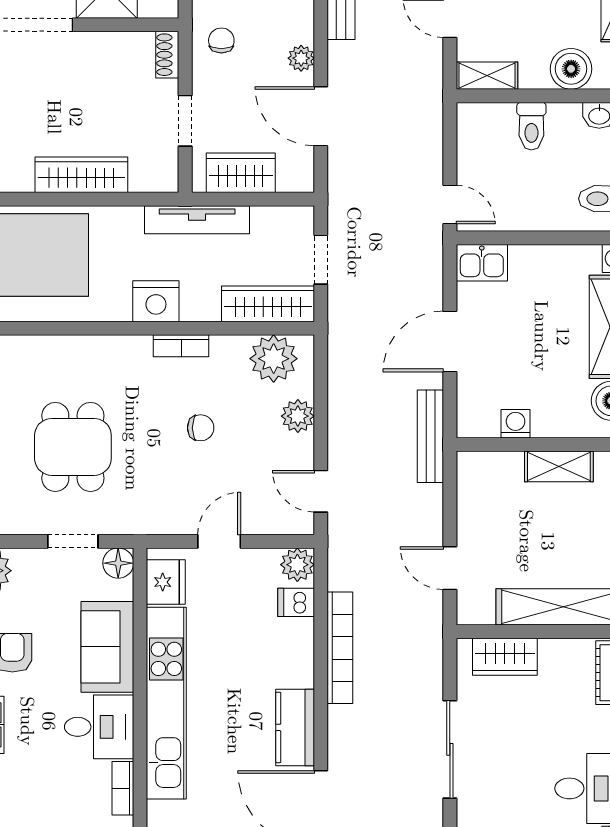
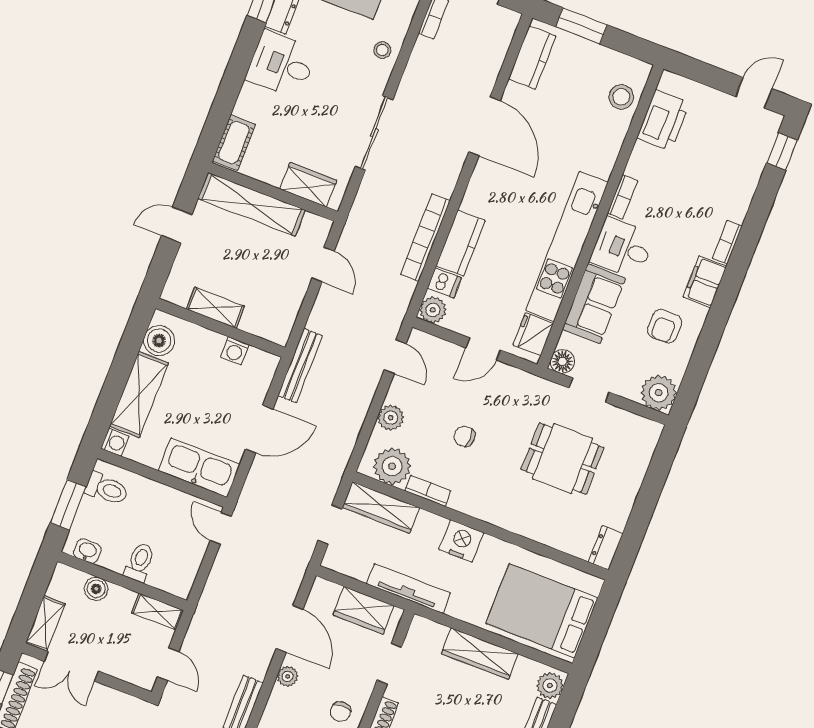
boiler: (571, 69) -> (96, 589), width x0.73, depth x0.73
kitchen sink: (482, 263) -> (199, 468), width x1.87, depth x1.24
bookcase: (181, 346) -> (428, 491), moved
dining table: (73, 447) -> (563, 459), turned 90
kitchen counter: (295, 727) -> (461, 243), moved

